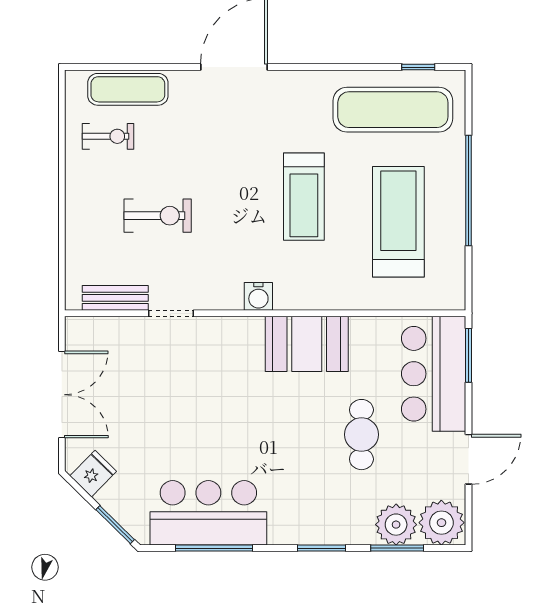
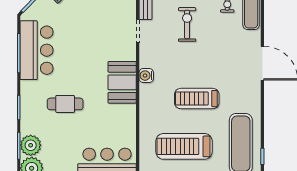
exercise bike: (158, 216) -> (187, 24), turned 180
treadmill: (398, 222) -> (184, 146), turned 180
booth: (307, 344) -> (122, 82), moved
cafe table: (361, 435) -> (65, 104), moved

